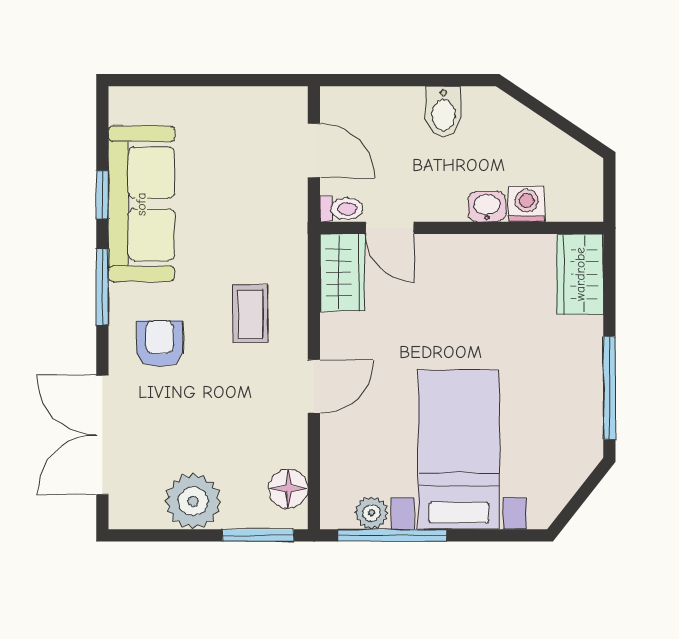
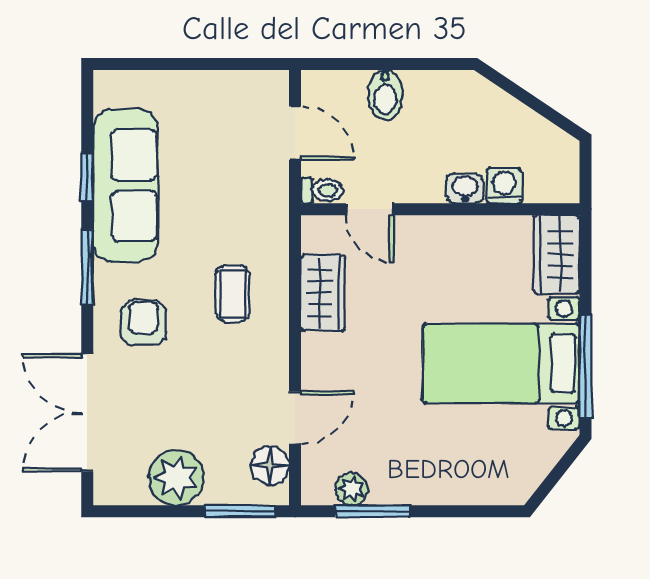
bidet: (444, 112) -> (385, 95), moved
wardrobe: (342, 273) -> (323, 293), moved
door: (314, 386) -> (295, 418), moved
bed with nightstands: (459, 450) -> (501, 363), moved, turned -90
window: (392, 535) -> (372, 511), width x0.69

